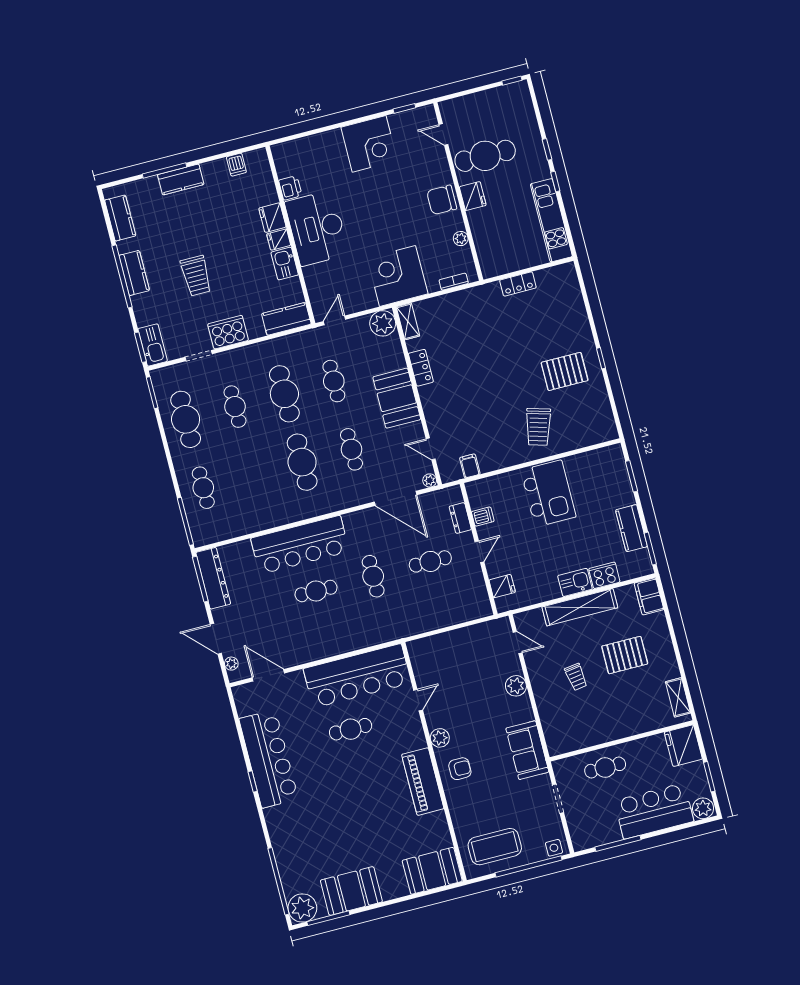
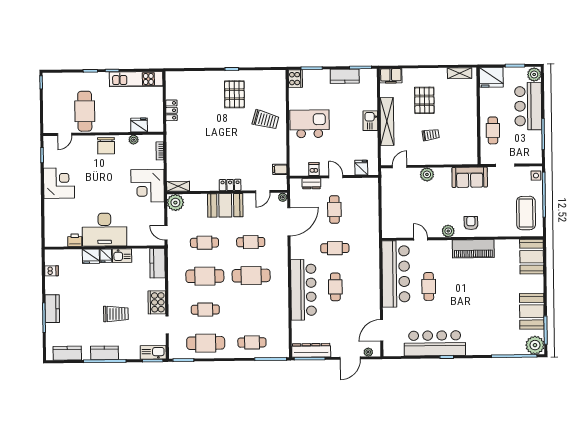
fridge: (473, 196) -> (139, 125), moved
locker: (421, 368) -> (230, 185), moved
cooker: (604, 575) -> (295, 79), moved, turned 180

